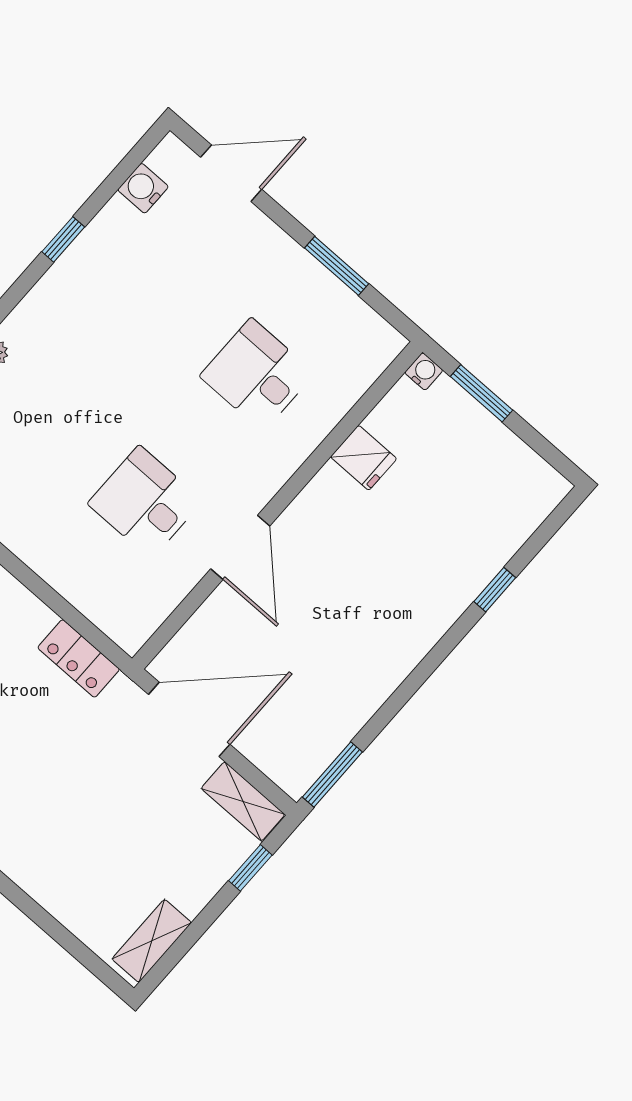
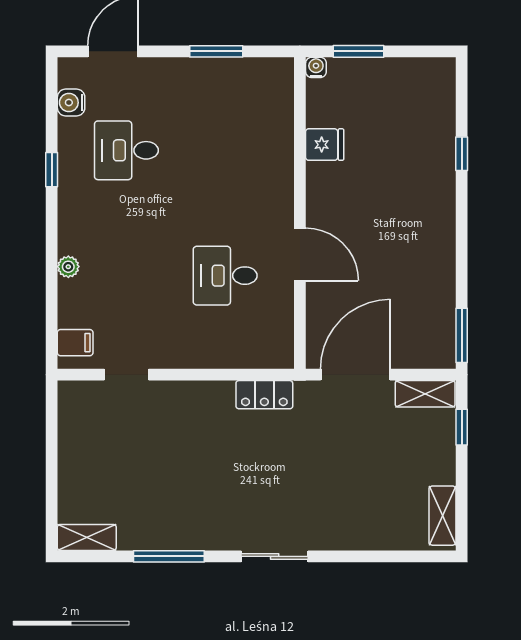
desk: (257, 375) -> (126, 150), moved

